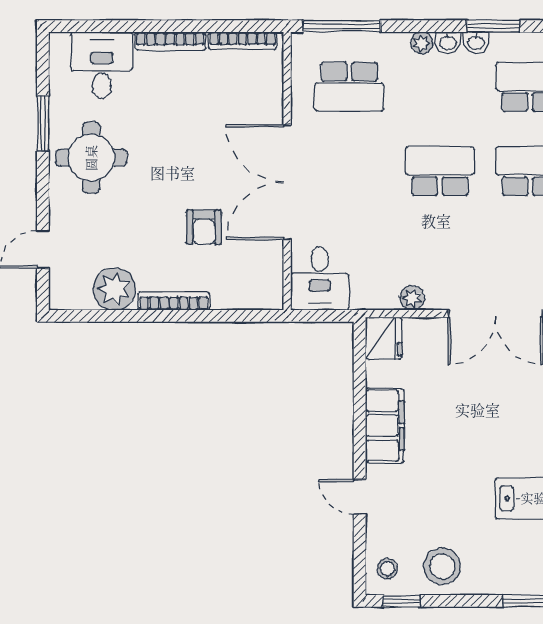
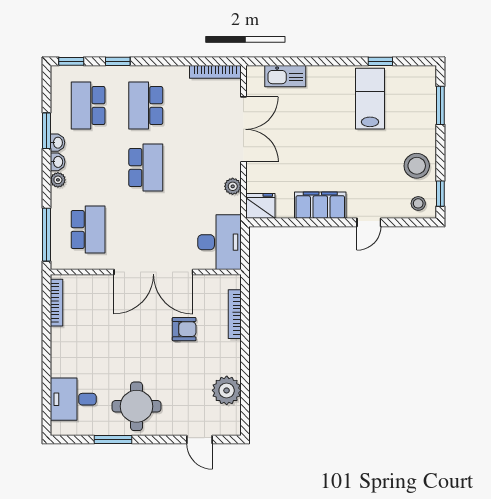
bookcase: (170, 41) -> (57, 352), removed
school desk: (440, 171) -> (146, 168), turned 180
desk: (320, 279) -> (219, 242), width x1.37
bookcase: (174, 301) -> (235, 314), moved

